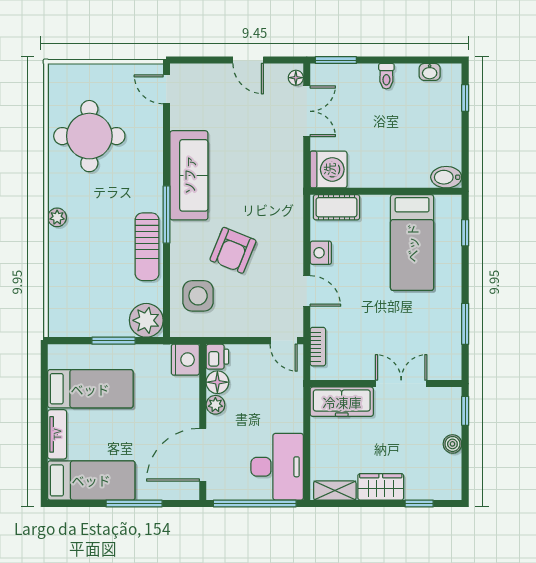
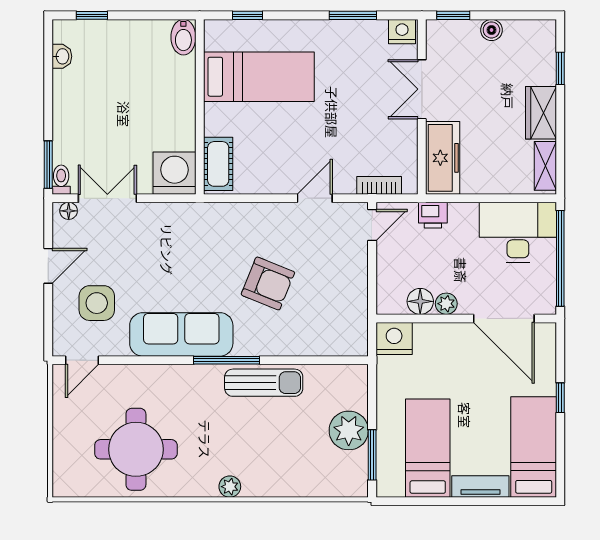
toilet: (386, 76) -> (61, 180), moved, turned -90
nightstand: (321, 253) -> (402, 32), moved, turned 180
side table: (198, 296) -> (97, 303), moved
plant: (146, 320) -> (349, 430), moved
window: (113, 341) -> (372, 455), moved
printer: (217, 357) -> (433, 215), moved, turned 180
window: (134, 504) -> (560, 398), width x0.46

